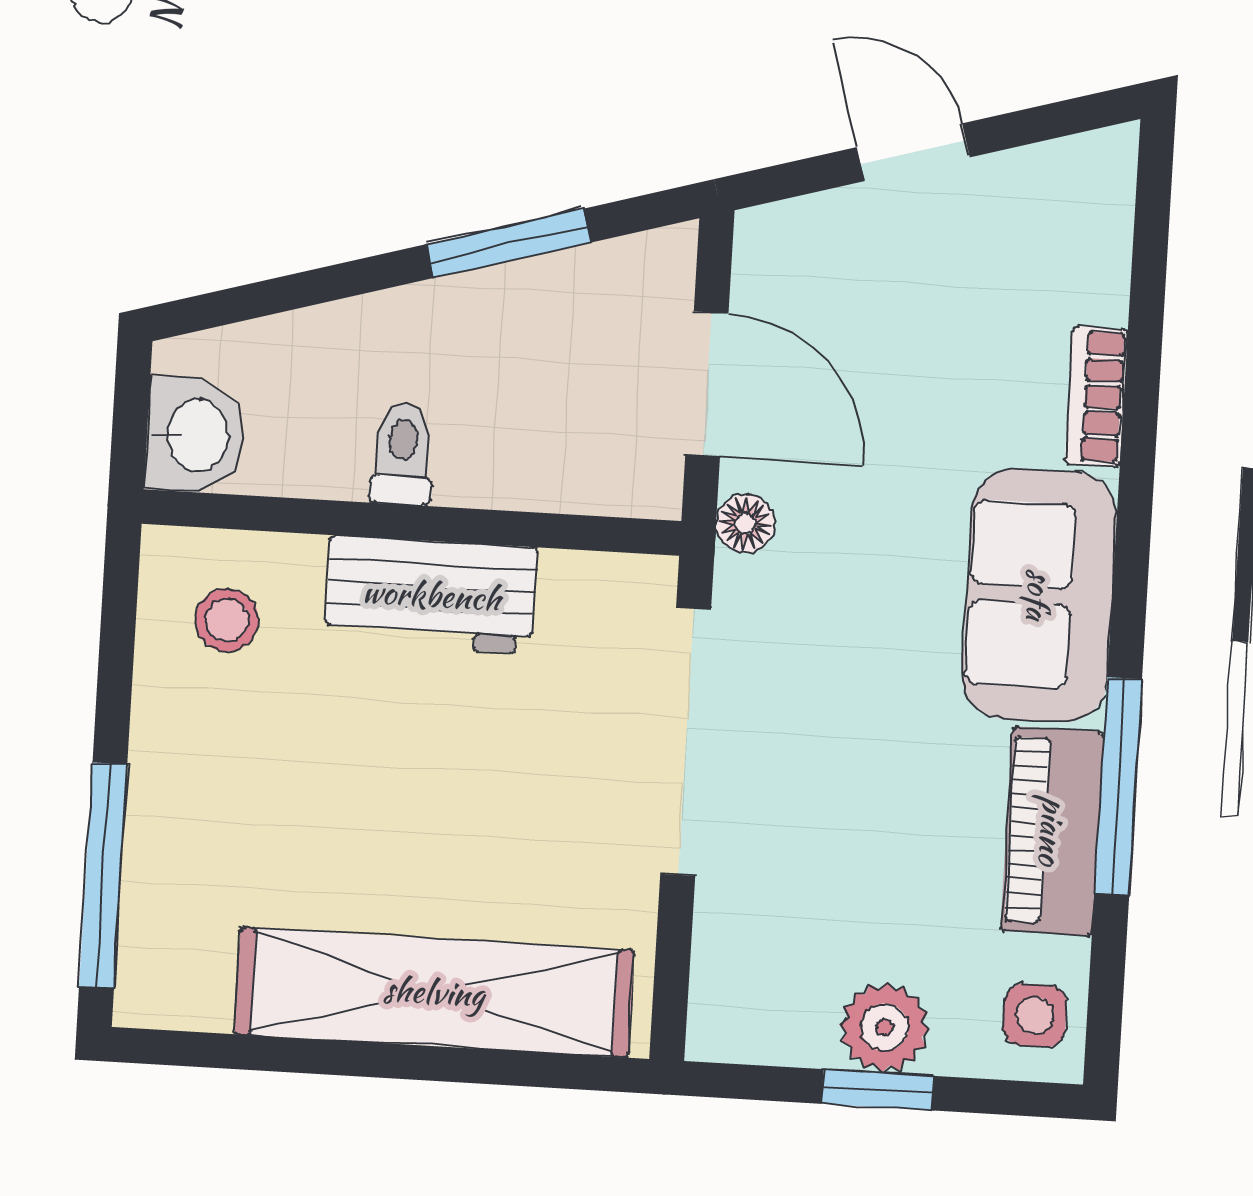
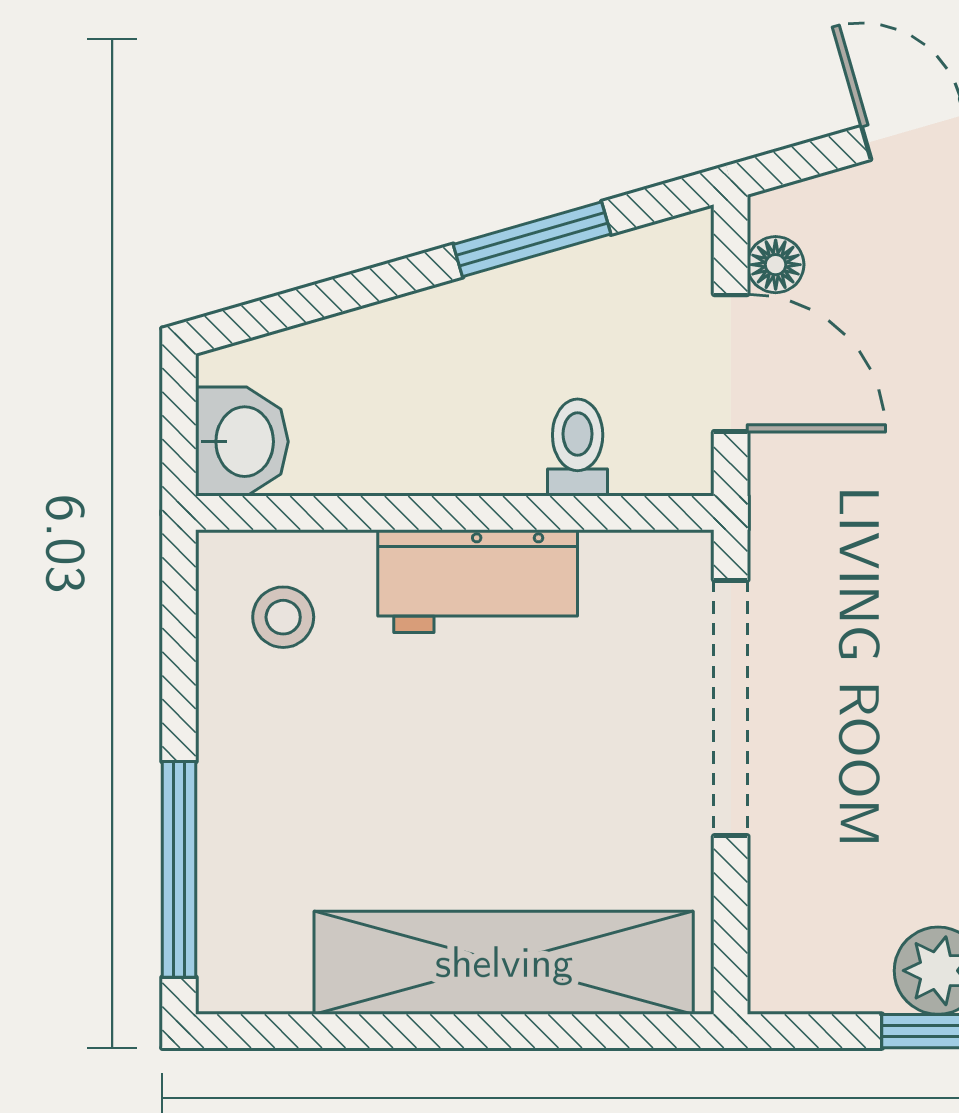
toilet: (403, 454) -> (578, 448), moved
floor lamp: (745, 523) -> (776, 265), moved

